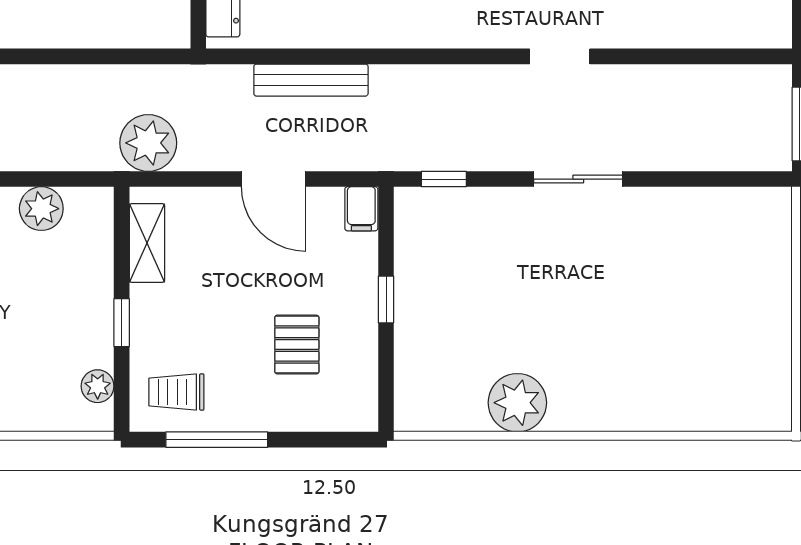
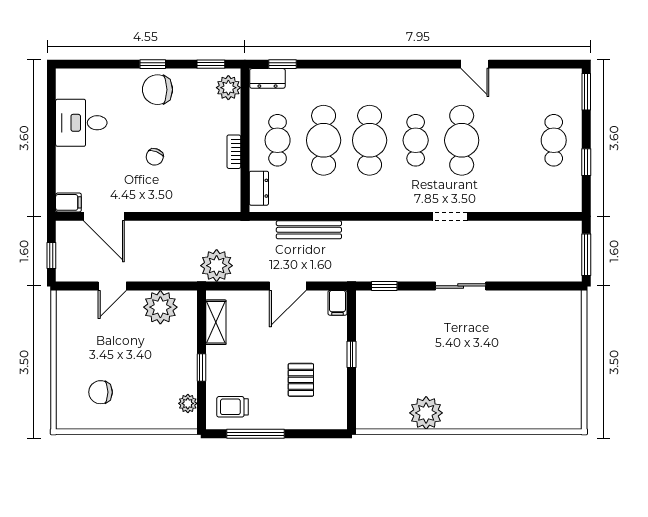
door: (274, 179) -> (288, 286), hinge flipped
plant: (41, 209) -> (160, 307), width x1.36, depth x1.36

